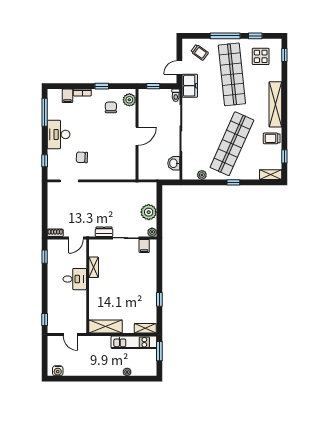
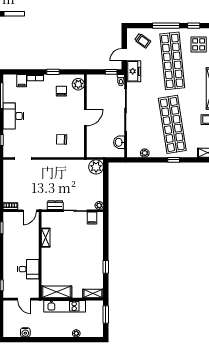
window: (153, 86) -> (111, 72), moved
shop shelf: (232, 144) -> (172, 124), turned -33
chair: (82, 157) -> (62, 139), moved
plant: (149, 212) -> (96, 167), moved
desk: (75, 279) -> (28, 269), moved
kitchen unit: (134, 342) -> (65, 306), moved
water cooler: (58, 371) -> (25, 332), moved

